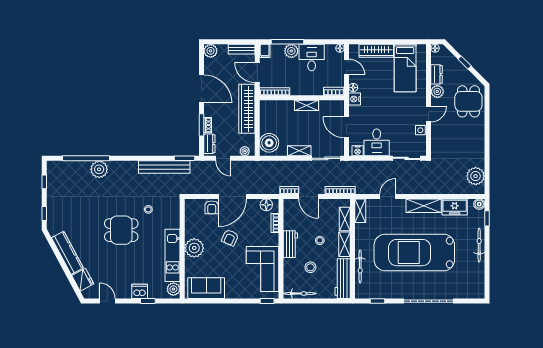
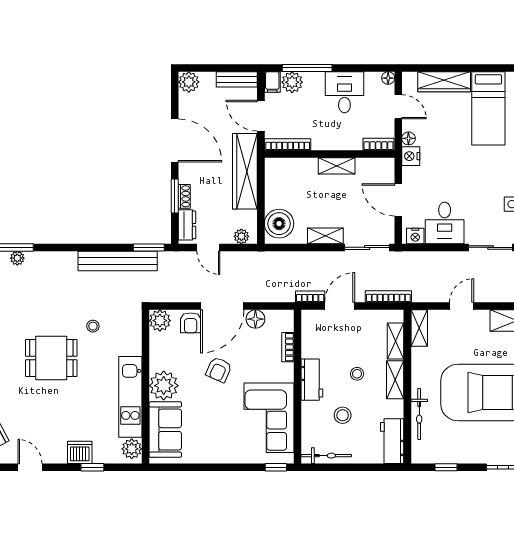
plant: (291, 51) -> (292, 82), moved
plant: (99, 169) -> (17, 258), width x0.53, depth x0.53
door: (308, 196) -> (340, 306), swing flipped
floor lamp: (266, 205) -> (255, 319), moved
plant: (192, 206) -> (160, 321), added
workbench: (343, 279) -> (392, 441), width x0.73
sofa: (206, 288) -> (165, 430), moved, turned 90

